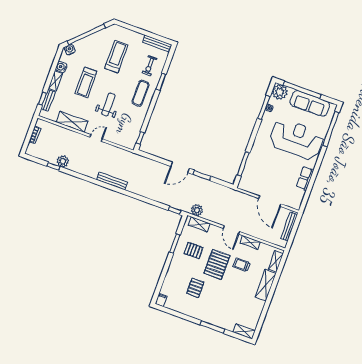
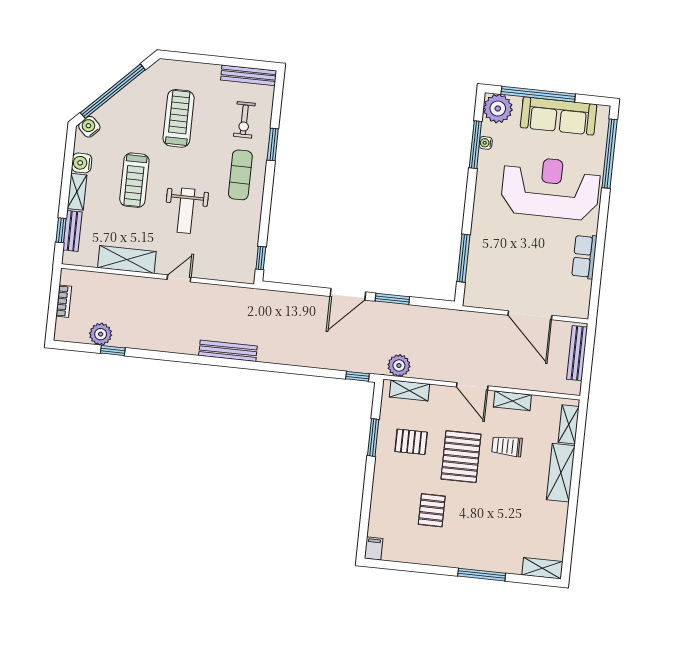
weight bench: (108, 104) -> (186, 211), turned 180
plant: (63, 161) -> (101, 334), moved

